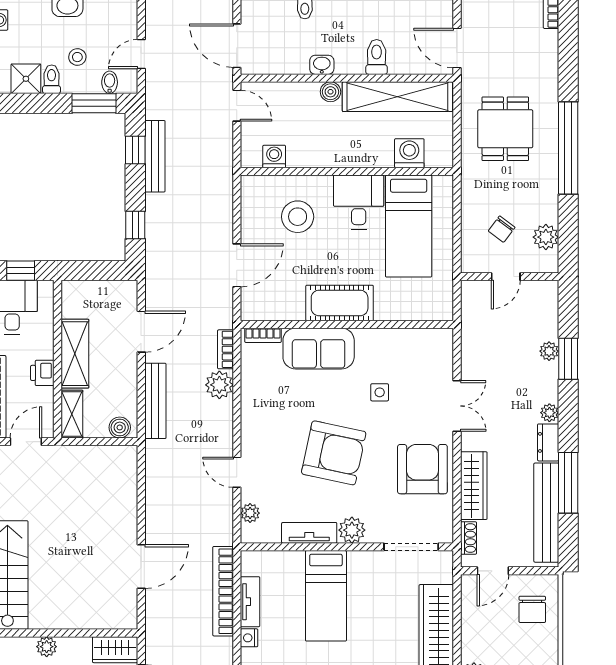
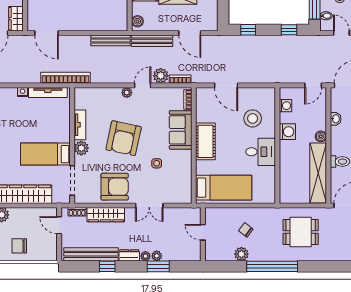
washbasin: (322, 65) -> (336, 119), moved
window: (568, 148) -> (272, 266), moved
washing machine: (409, 153) -> (287, 132), moved
bench: (155, 156) -> (111, 40), moved
bed: (409, 226) -> (224, 188), moved, turned 180
door: (506, 277) -> (203, 232), moved
wall: (510, 277) -> (203, 234), moved
plant: (549, 351) -> (157, 256), moved
window: (568, 359) -> (158, 266), moved
door: (237, 472) -> (143, 85), moved
window: (568, 483) -> (107, 266), width x0.46
plant: (250, 513) -> (127, 93), moved
door: (141, 566) -> (47, 33), moved
bookcase: (223, 591) -> (65, 78), moved
bed: (326, 596) -> (45, 154), moved
tv unit: (250, 602) -> (48, 93), width x1.41
chair: (532, 609) -> (19, 246), moved

